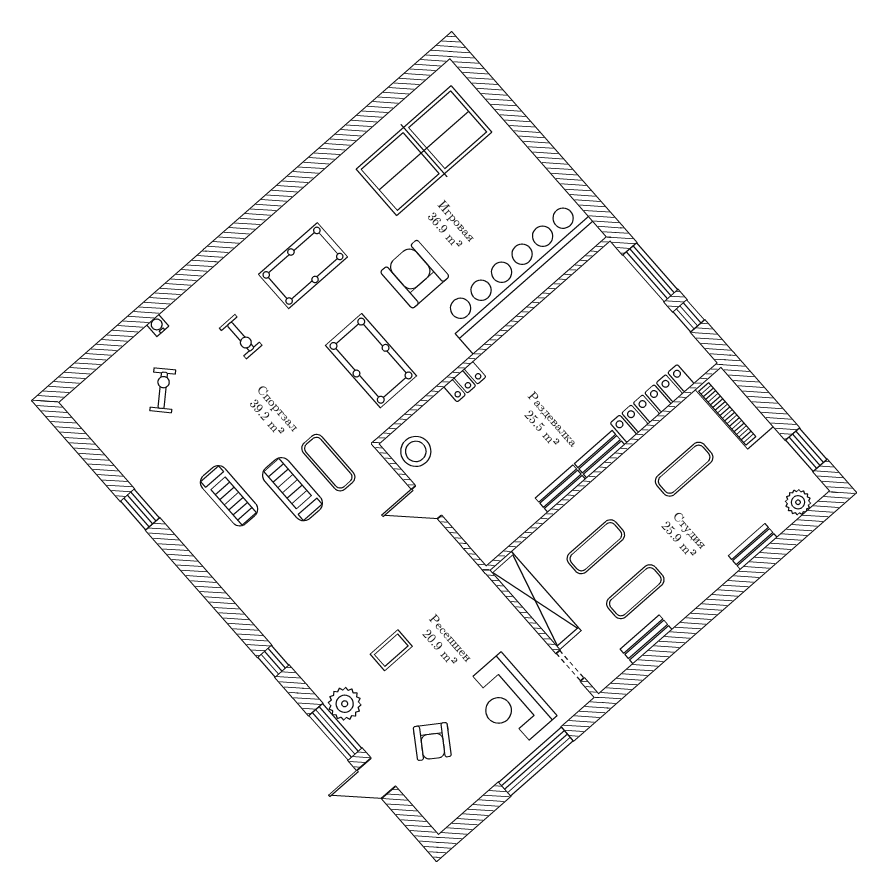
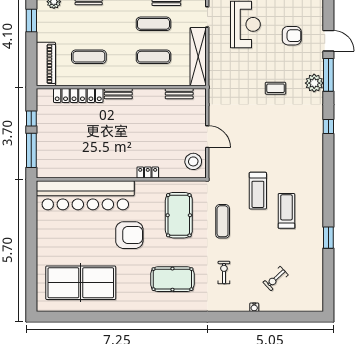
armchair: (415, 274) -> (129, 235), turned -90
exercise mat: (328, 463) -> (223, 221), moved
bench: (560, 489) -> (179, 94), moved
armchair: (432, 742) -> (292, 36), turned 56

